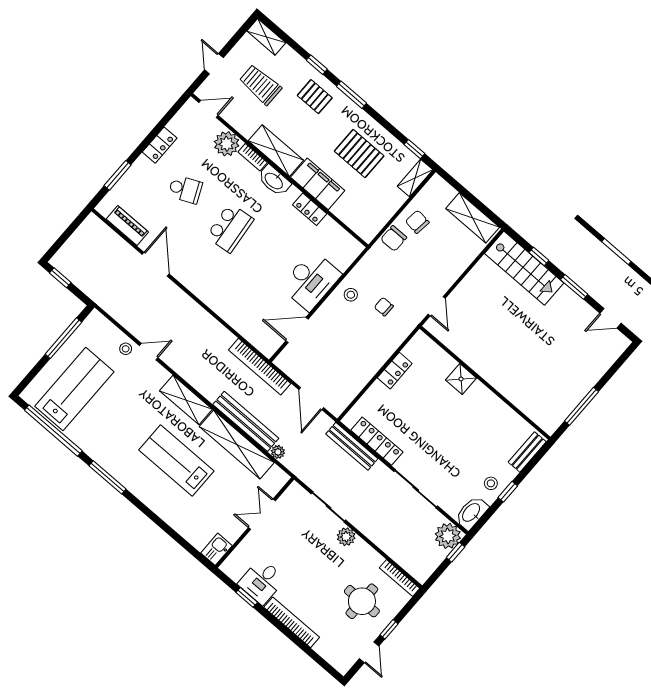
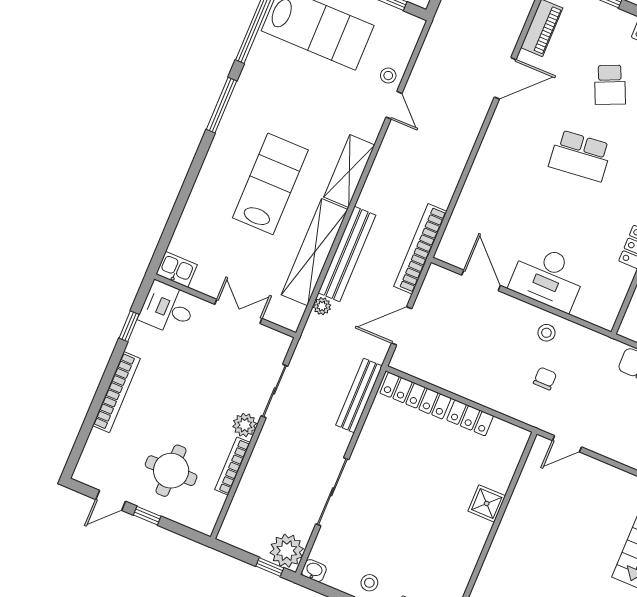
locker: (377, 441) -> (415, 396), moved, turned 90
washbasin: (472, 513) -> (314, 571), width x0.52, depth x0.69
bookcase: (400, 578) -> (233, 466), moved
desk: (262, 581) -> (168, 308), moved

